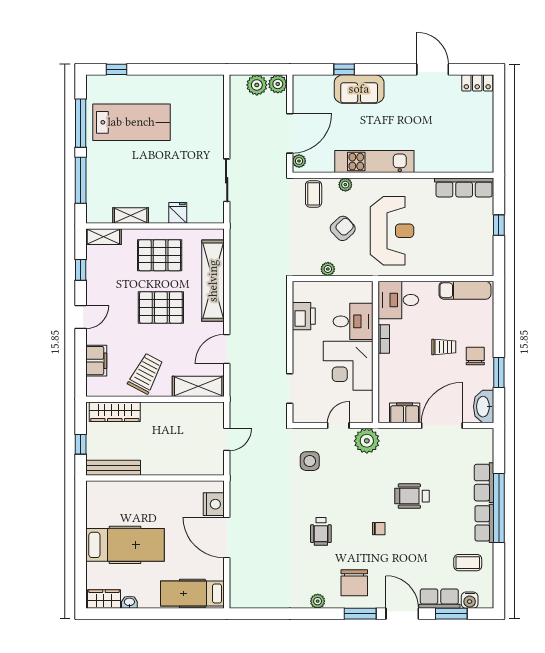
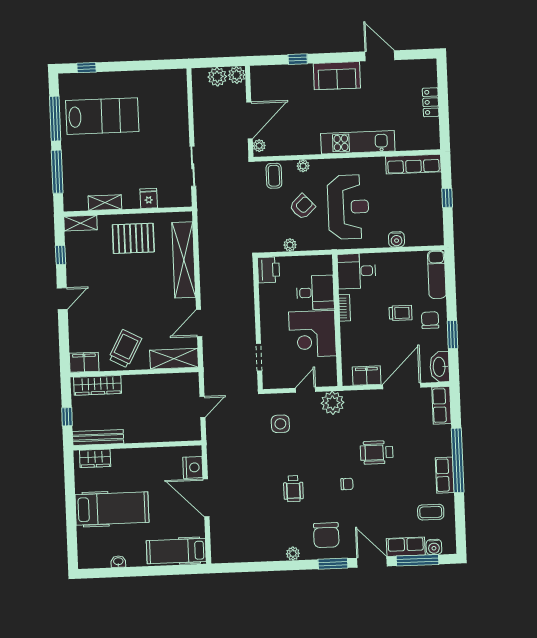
locker: (477, 83) -> (431, 102), moved, turned 90
sofa: (359, 89) -> (337, 76), moved
kitchen unit: (374, 162) -> (358, 142), moved
water cooler: (443, 268) -> (396, 239), added
exam couch: (465, 290) -> (437, 274), moved, turned 90
pallet: (161, 307) -> (136, 287), removed
printer: (304, 316) -> (269, 270), moved
filing cabinet: (96, 361) -> (84, 362), moved, turned -90
row of seats: (484, 483) -> (442, 405), moved
wardrobe: (104, 599) -> (95, 458), moved, turned 180
window: (451, 614) -> (417, 560), width x1.44

